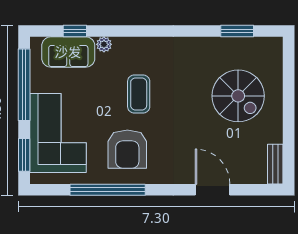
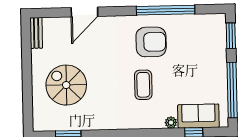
corner sofa: (58, 133) -> (205, 53), removed
armchair: (127, 149) -> (151, 42), turned 90
door: (213, 190) -> (84, 12), hinge flipped

